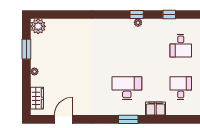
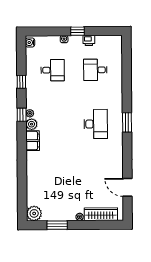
plant: (127, 24) -> (32, 124), added
desk: (127, 88) -> (96, 124), turned 180
wardrobe: (37, 98) -> (101, 214), width x1.50
filing cabinet: (155, 109) -> (33, 141), moved, turned 180

